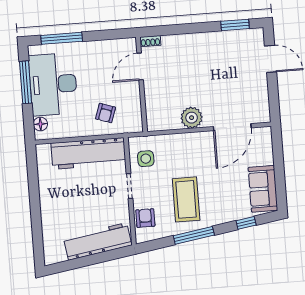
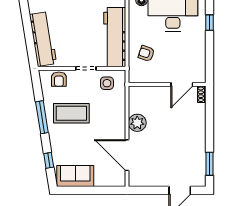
window: (62, 38) -> (210, 23), width x0.46
door: (140, 67) -> (182, 84), swing flipped
armchair: (145, 218) -> (59, 79), turned 90

